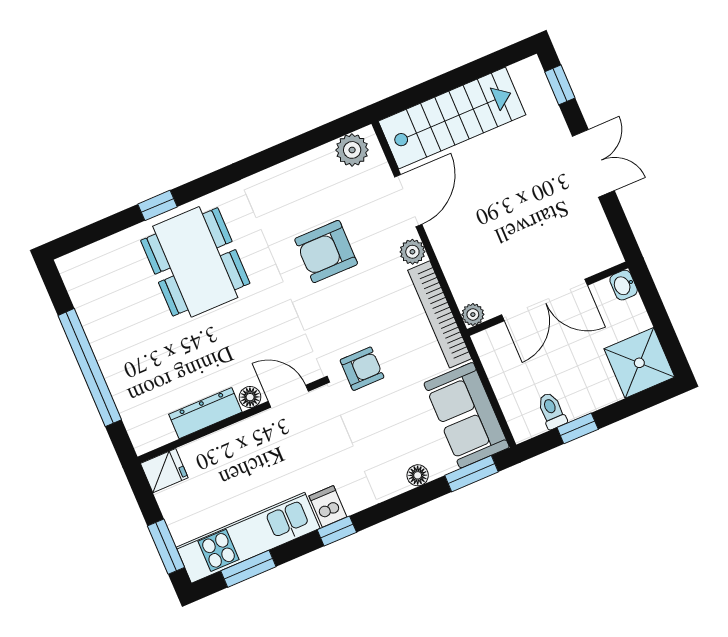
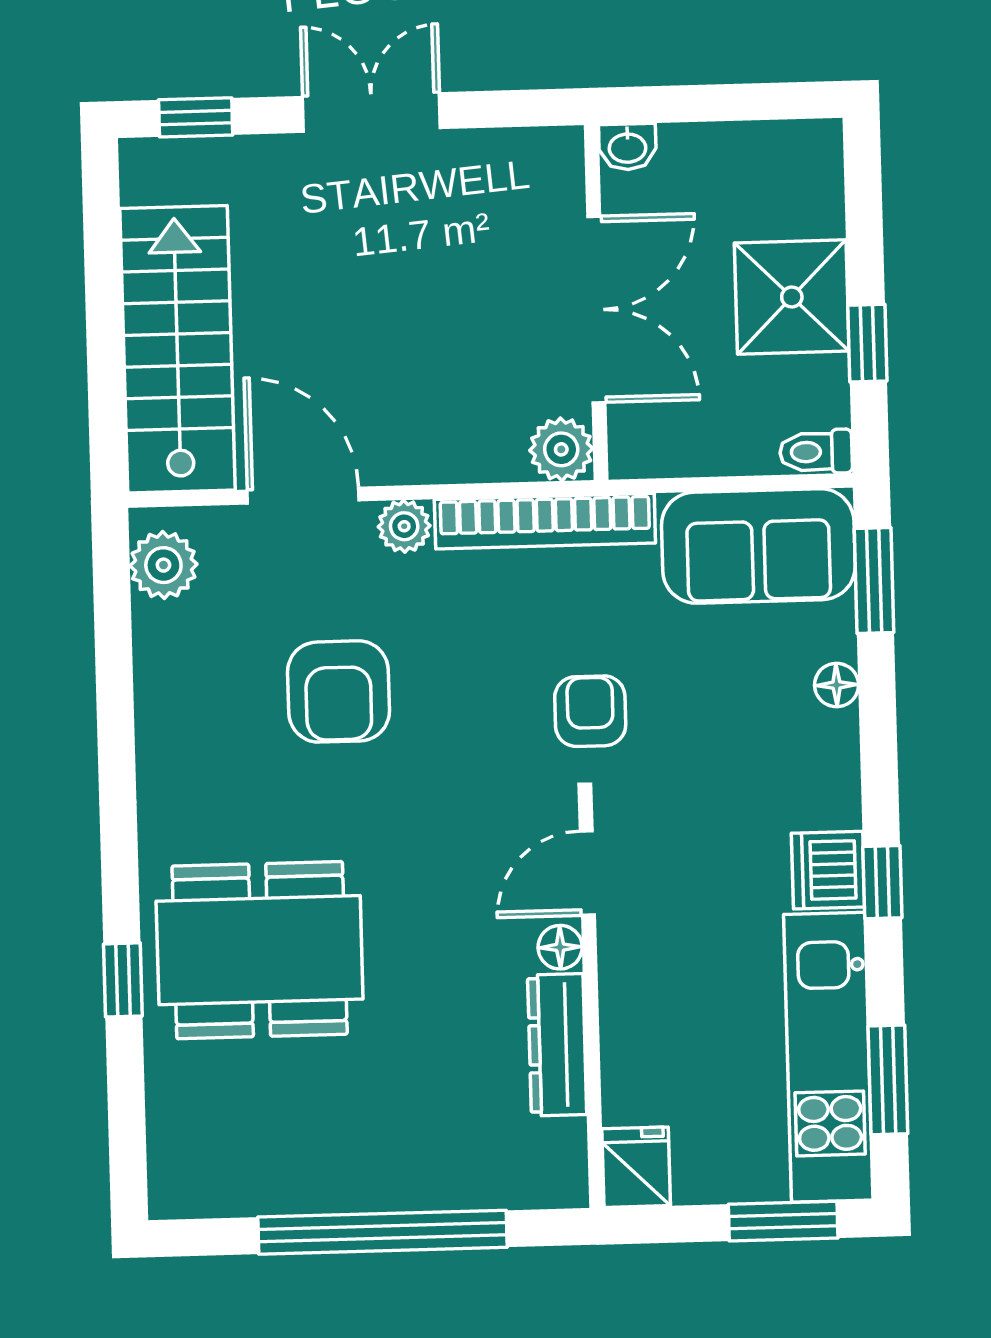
plant: (473, 315) -> (561, 449), width x1.38, depth x1.38
shower: (639, 363) -> (792, 297), moved
toilet: (552, 411) -> (816, 452), moved
dishwasher: (328, 506) -> (828, 870), width x1.38

